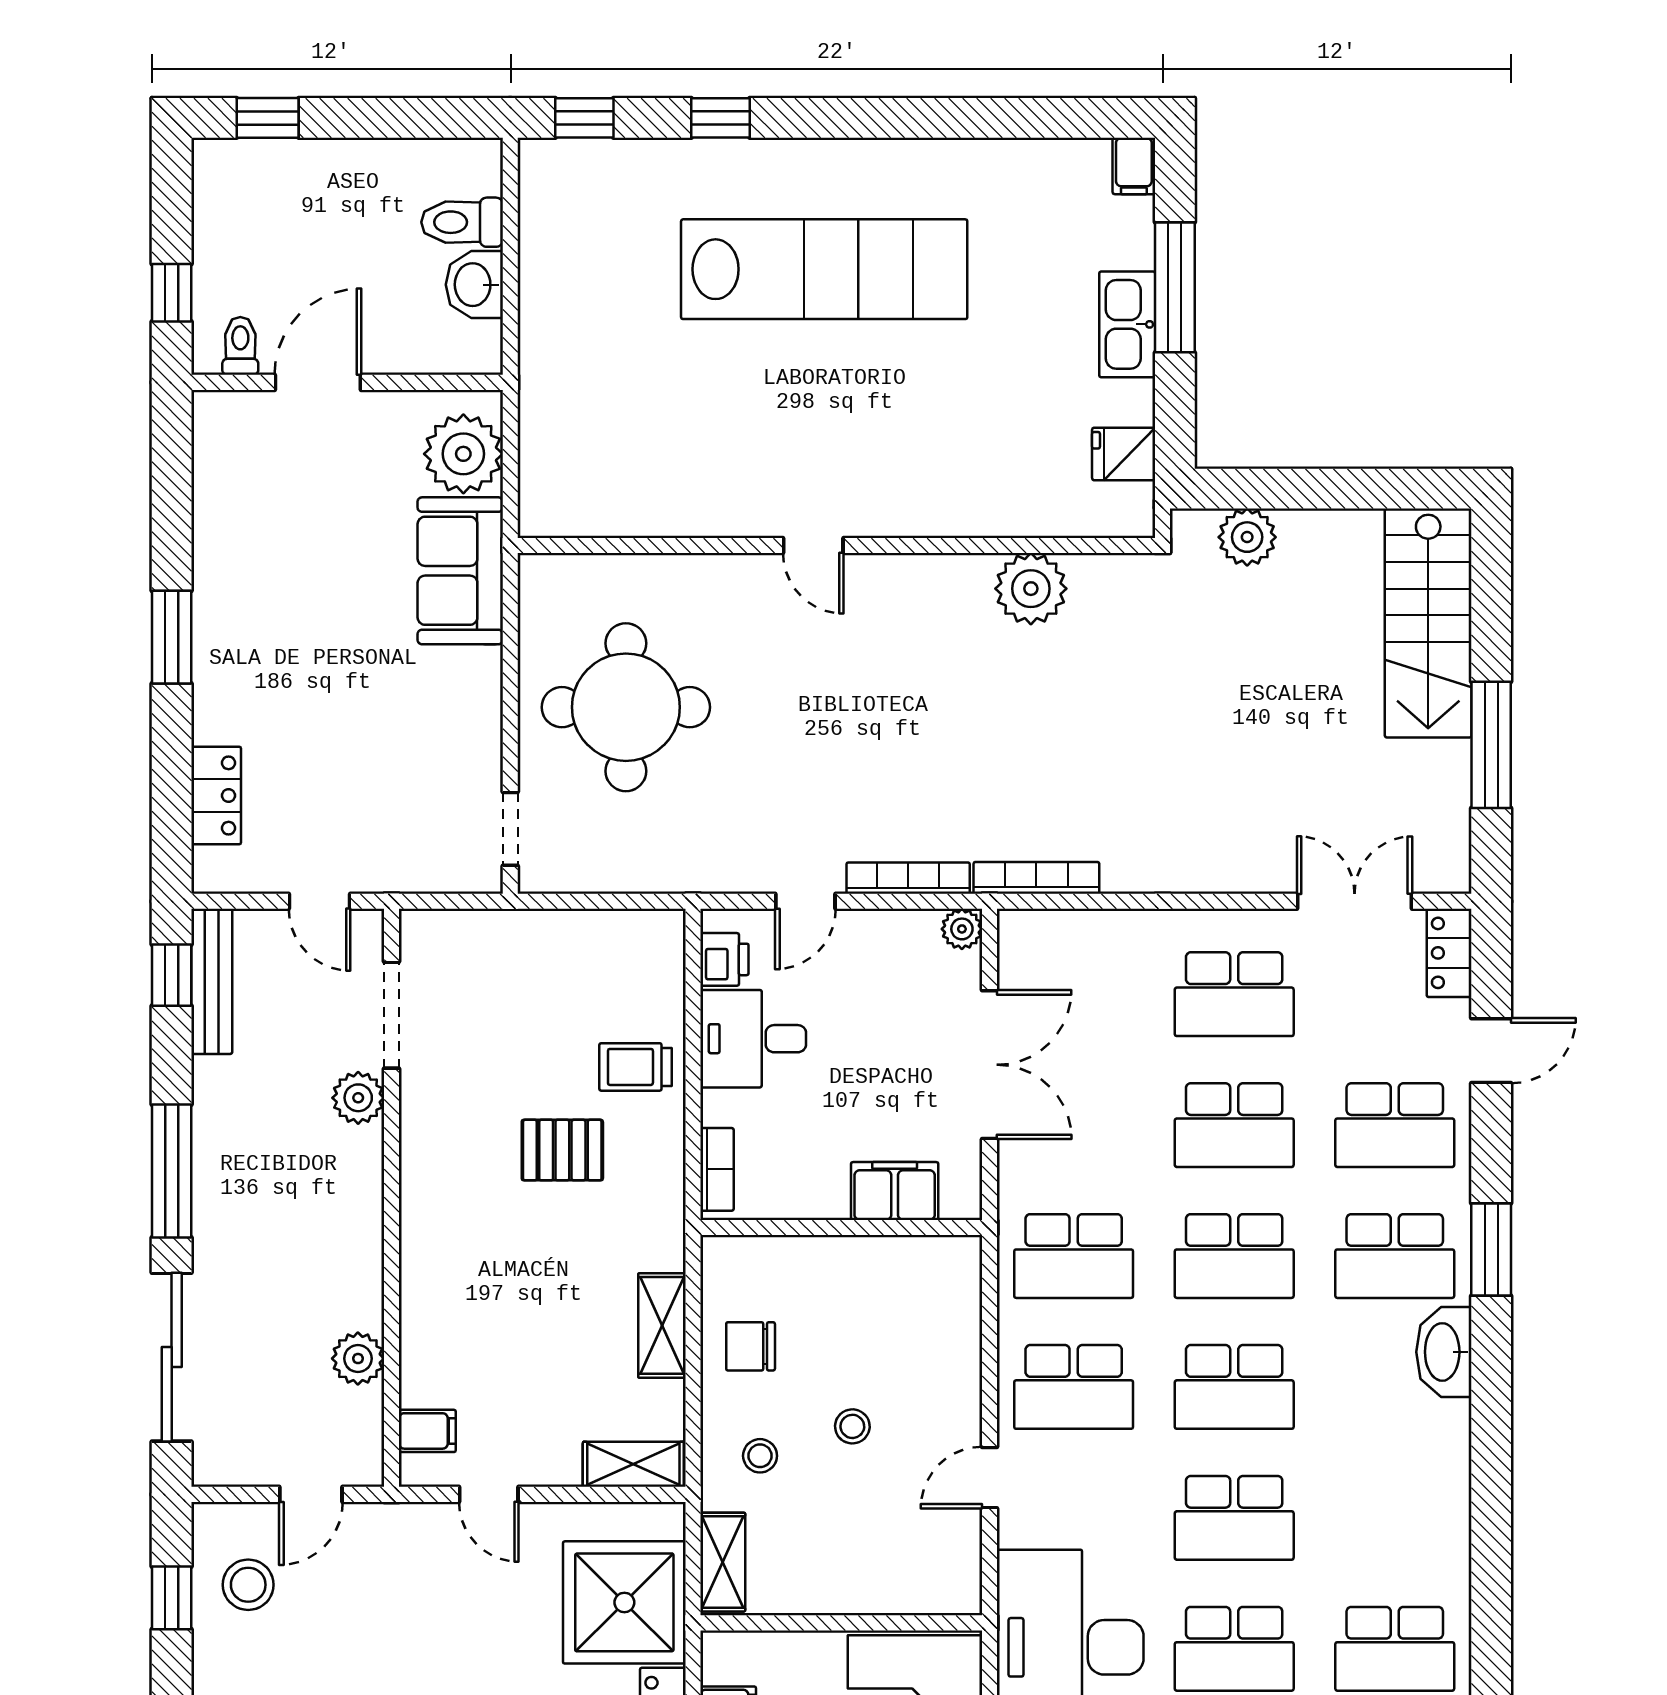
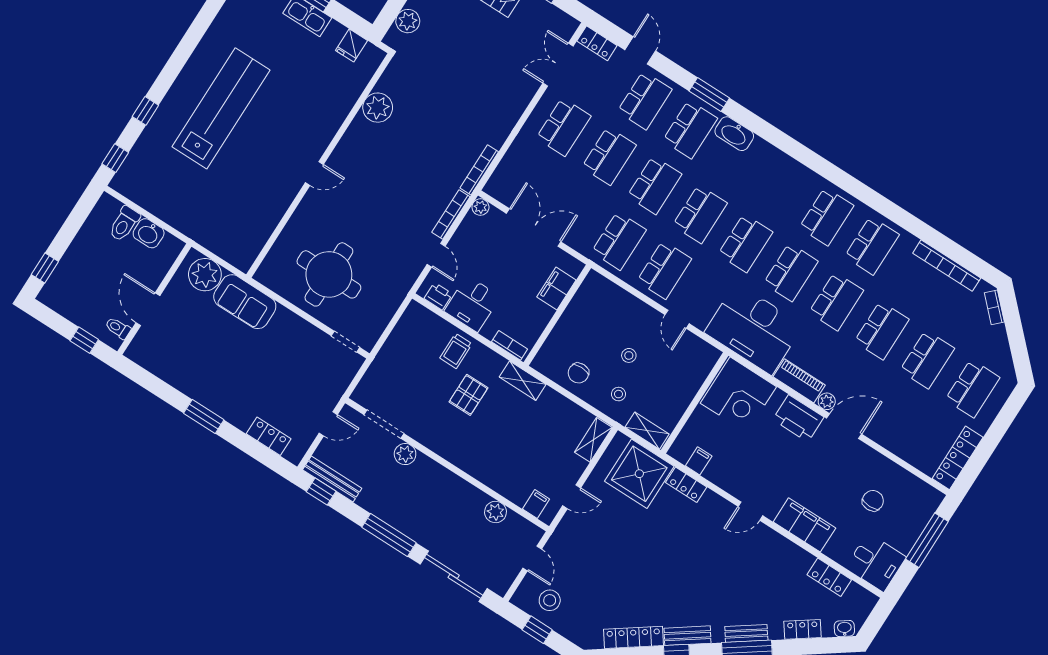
shelving: (662, 1325) -> (523, 381), moved

